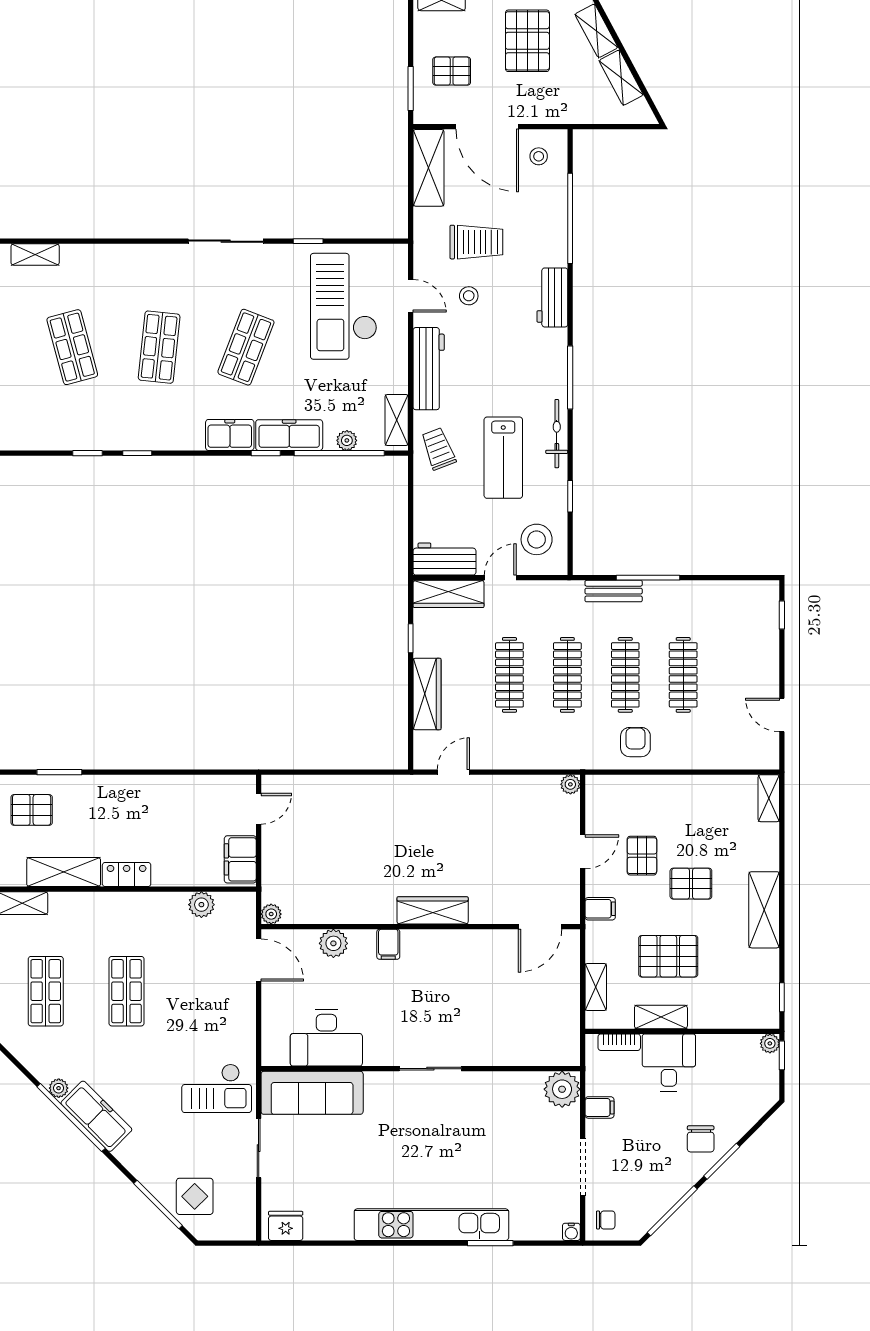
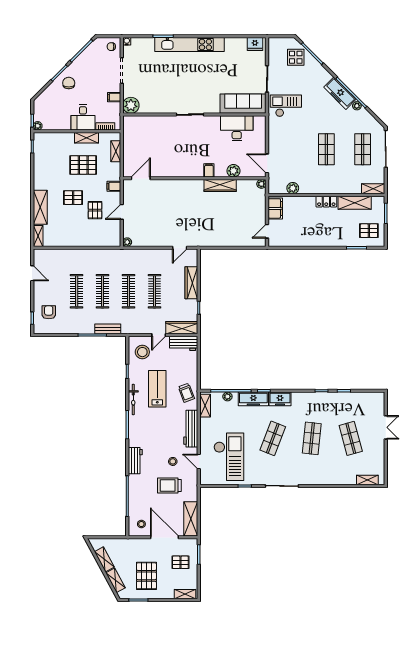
armchair: (635, 742) -> (49, 312), moved, turned 180
wardrobe: (433, 910) -> (220, 186), moved
shelving: (764, 910) -> (40, 207), moved

